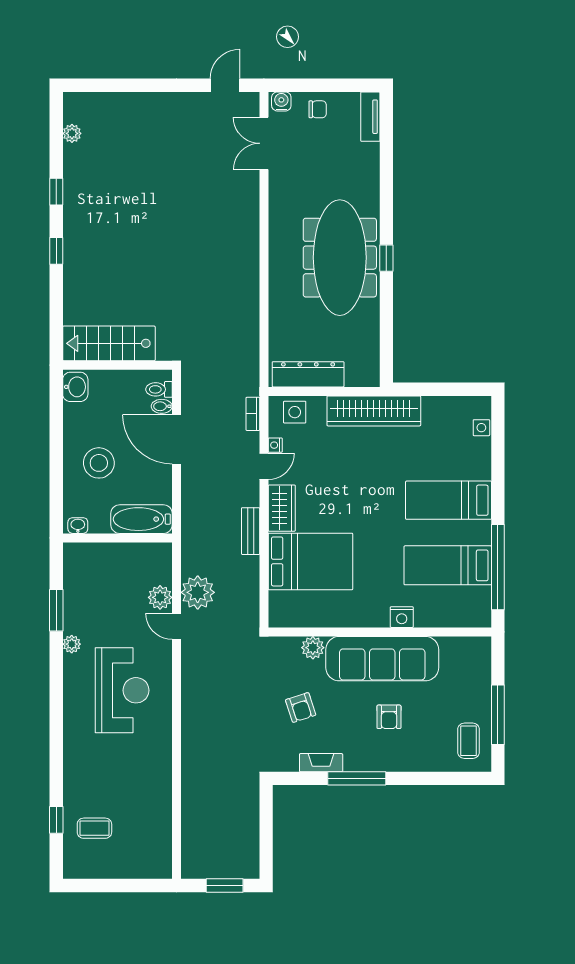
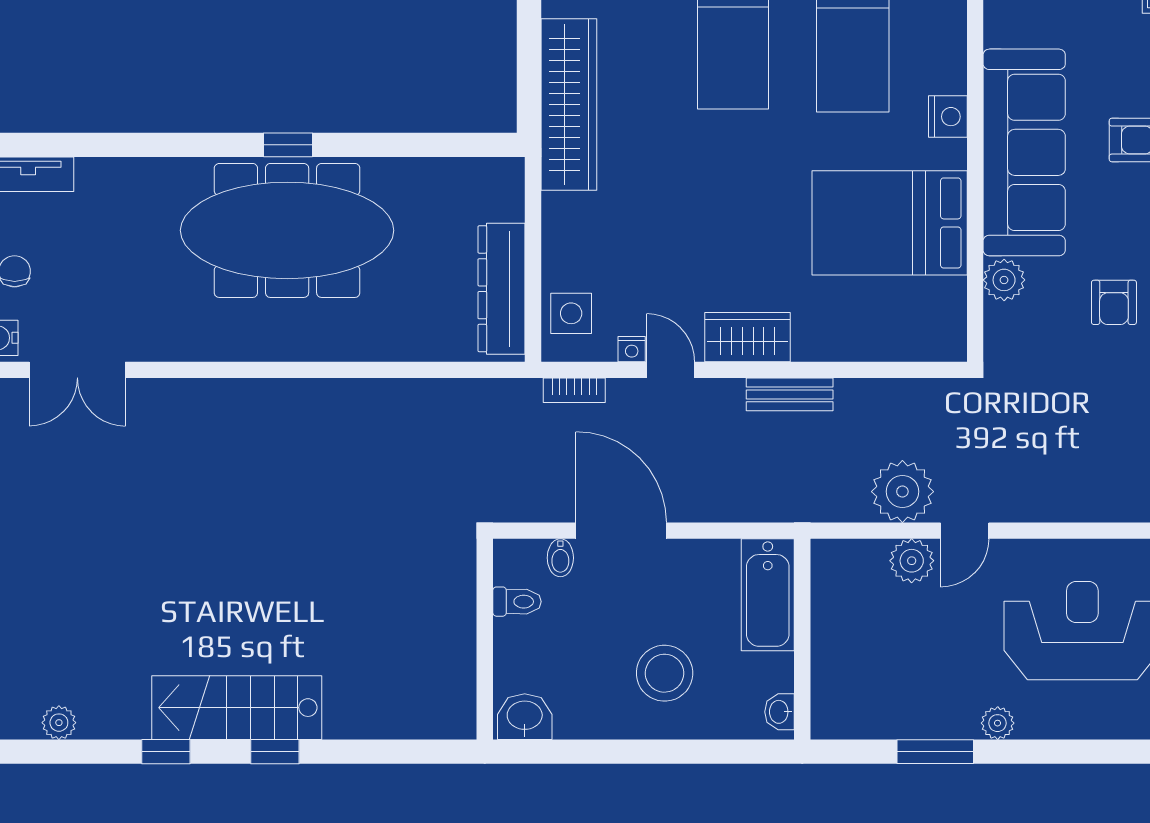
stairs: (109, 343) -> (237, 708), moved, turned 90
toilet: (159, 389) -> (517, 602), moved, turned -90
wardrobe: (374, 411) -> (569, 105), moved
door: (176, 439) -> (621, 531), swing flipped
bed: (310, 561) -> (890, 223), moved, turned -90
armchair: (301, 707) -> (1114, 302), turned 108

